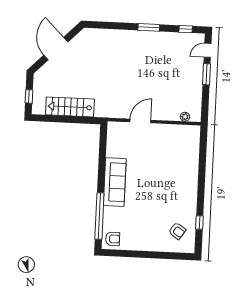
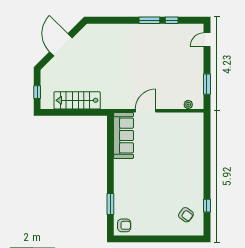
window: (186, 29) -> (172, 20), moved
window: (206, 74) -> (207, 84), moved
sofa: (115, 182) -> (124, 135), moved
window: (99, 216) -> (110, 204), width x0.47

